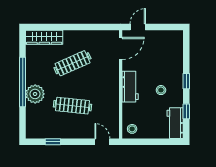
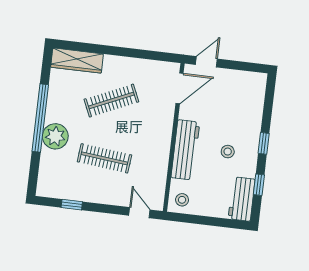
workbench: (130, 87) -> (185, 150), width x1.38

